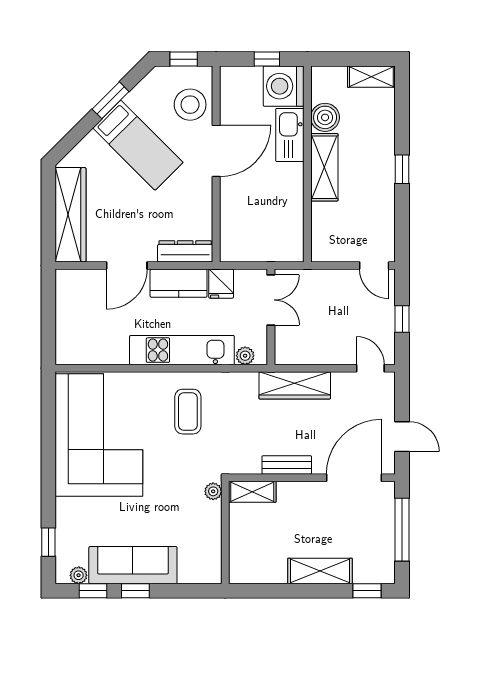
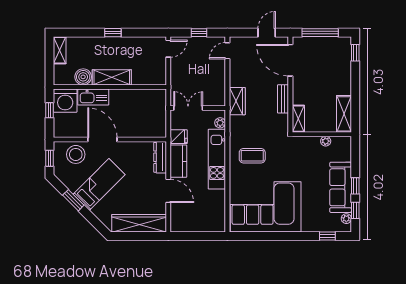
wardrobe: (295, 385) -> (237, 101), width x0.67
plant: (213, 491) -> (326, 141), moved
shelving: (320, 571) -> (344, 114), moved

